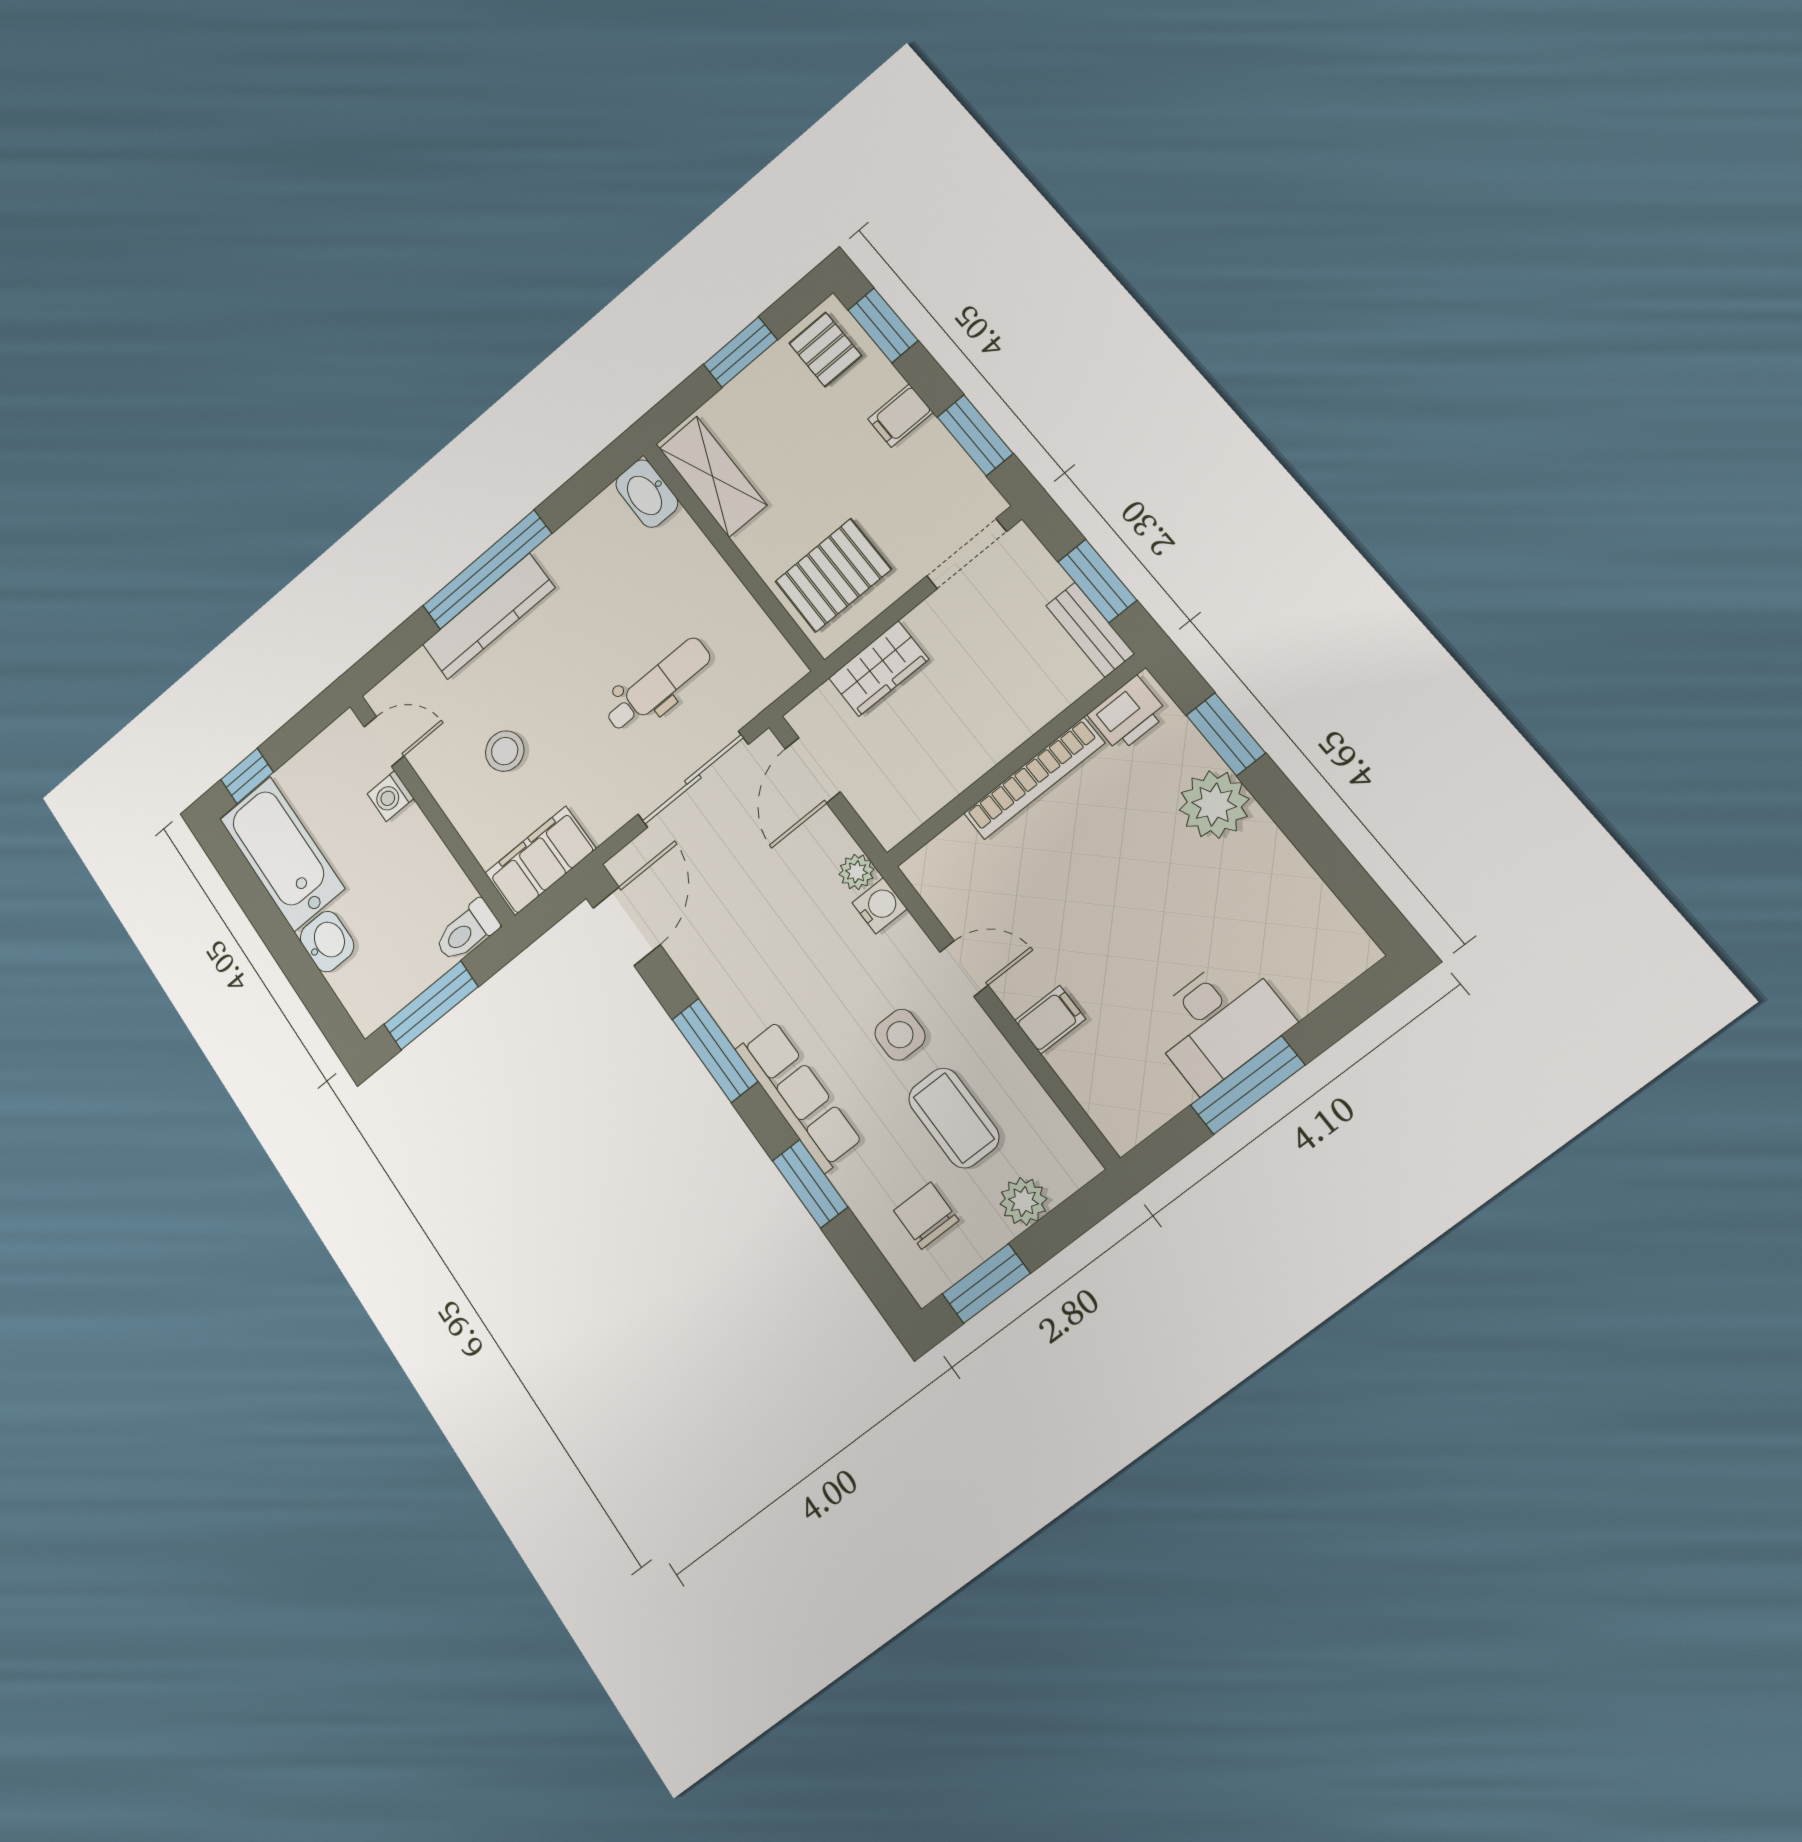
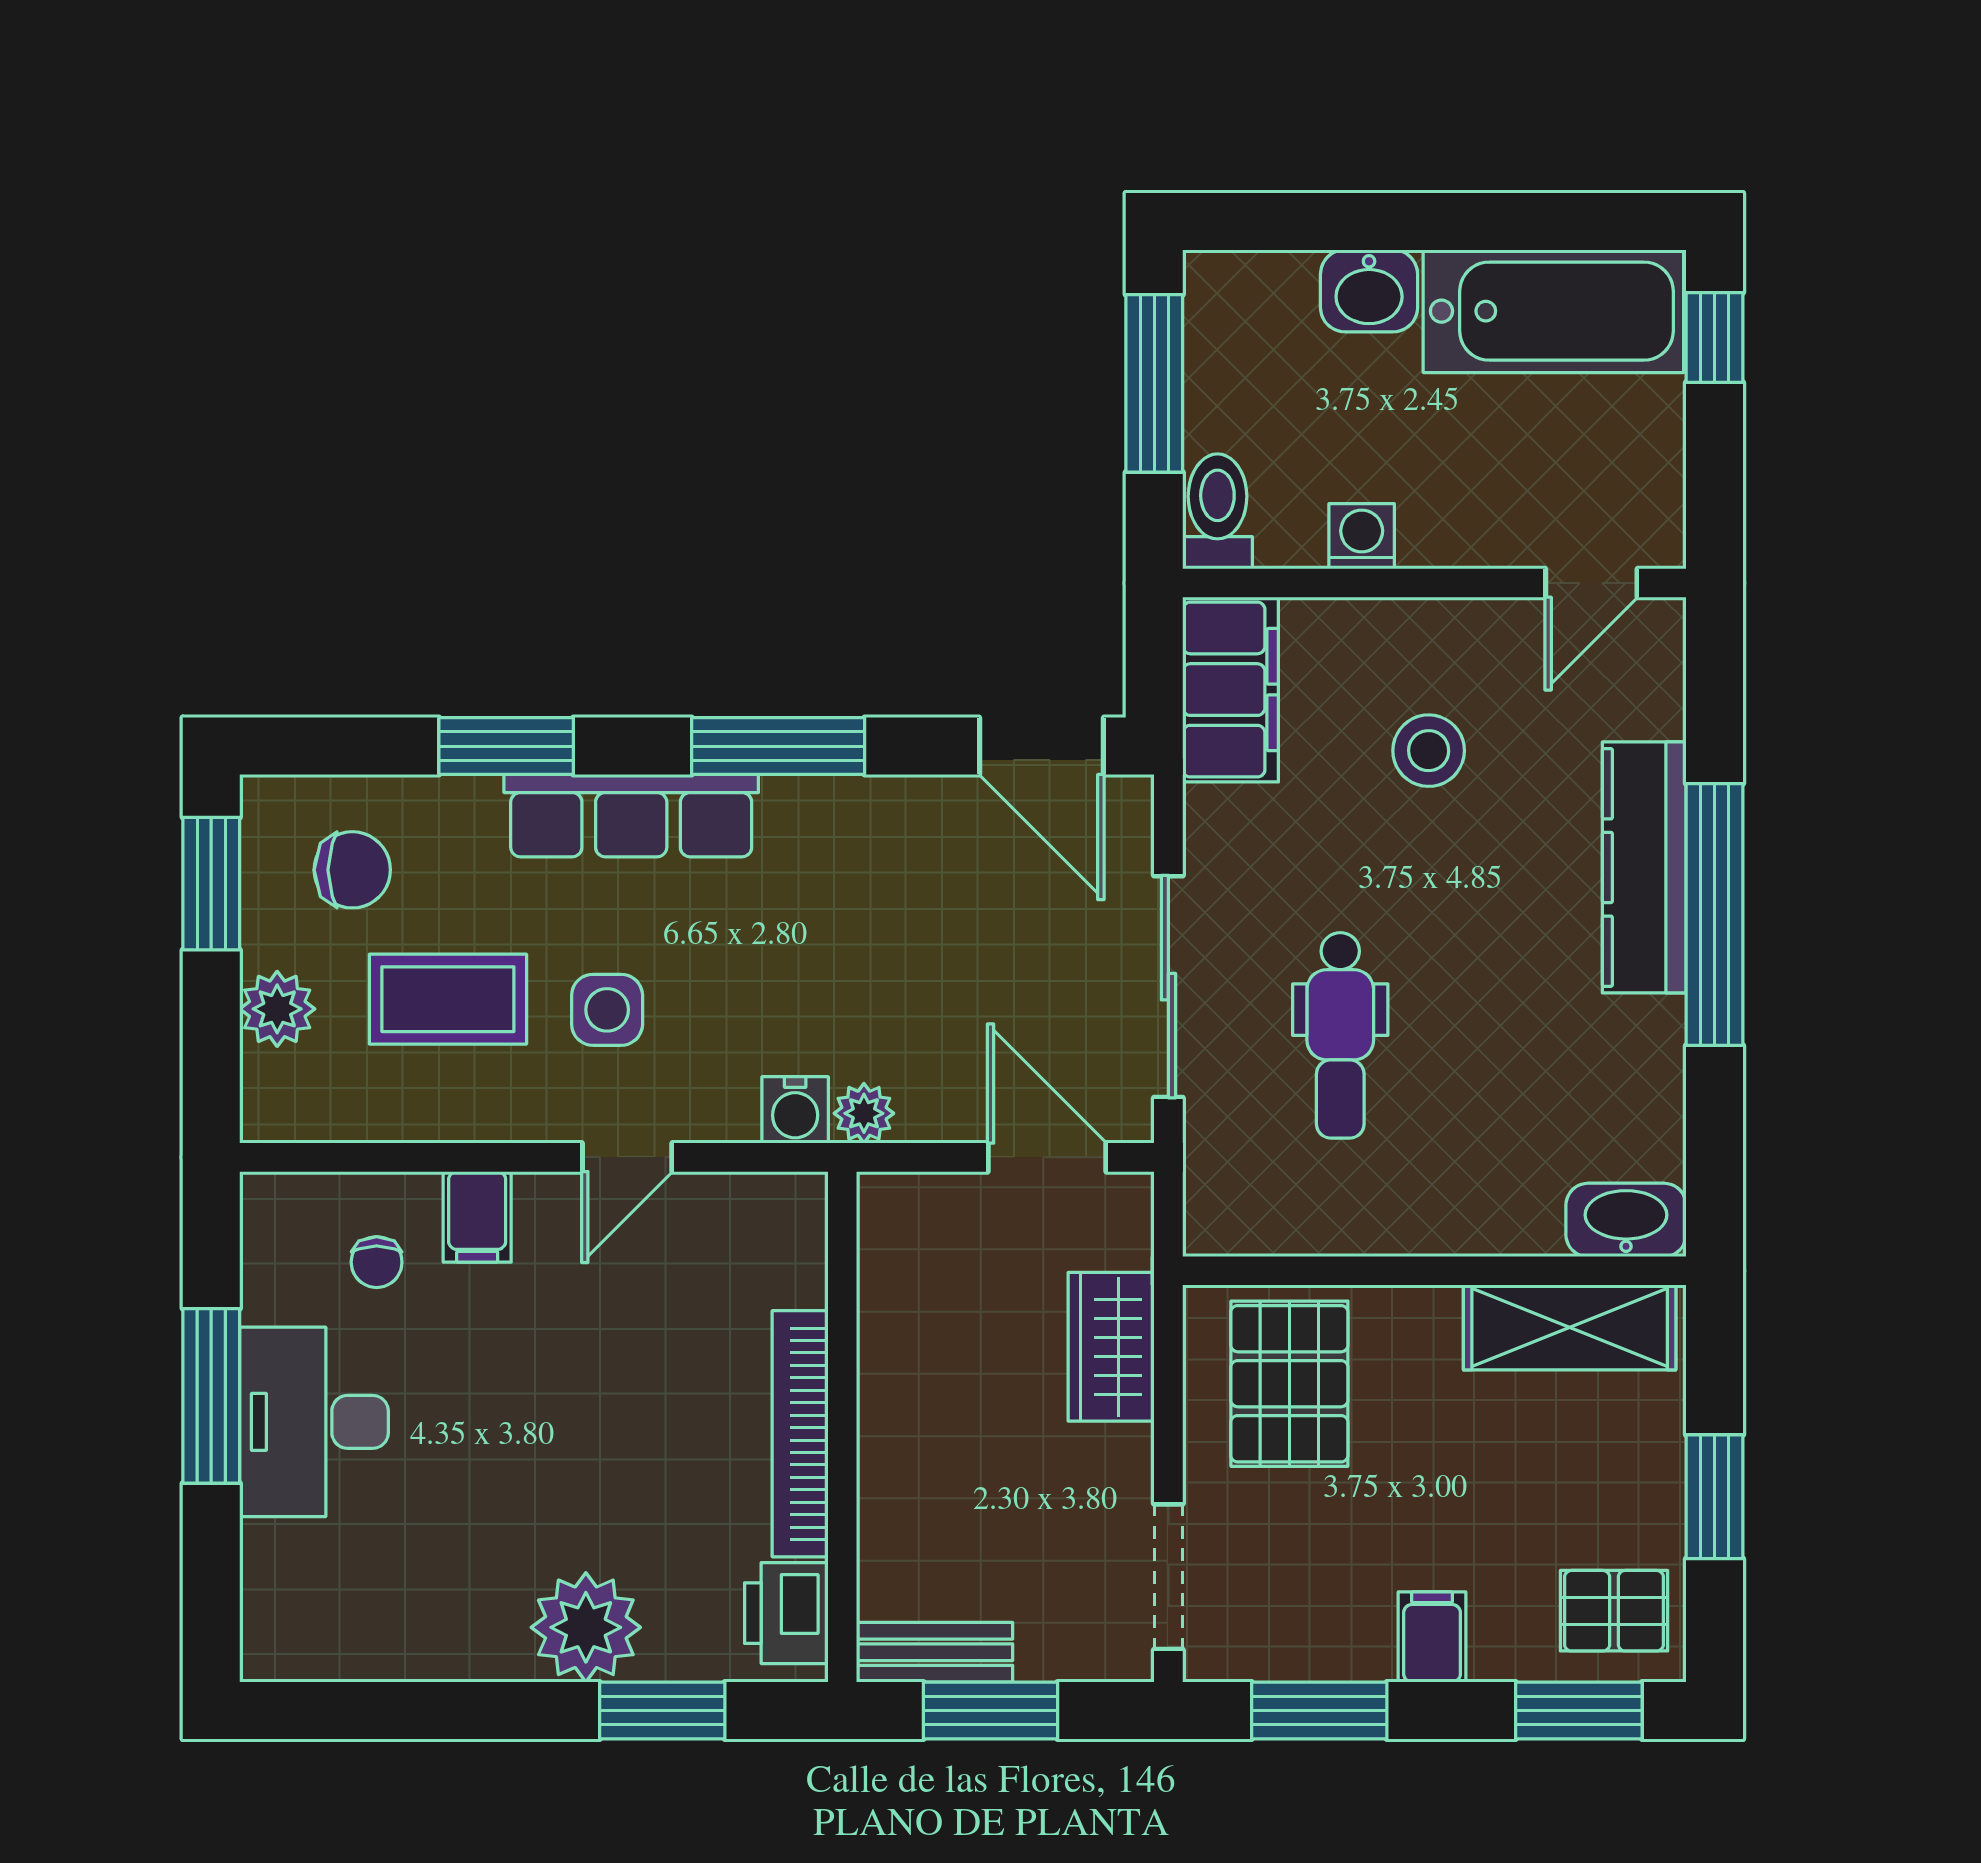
washing machine: (391, 796) -> (1362, 536), moved
chair: (1112, 1053) -> (377, 1262), added

